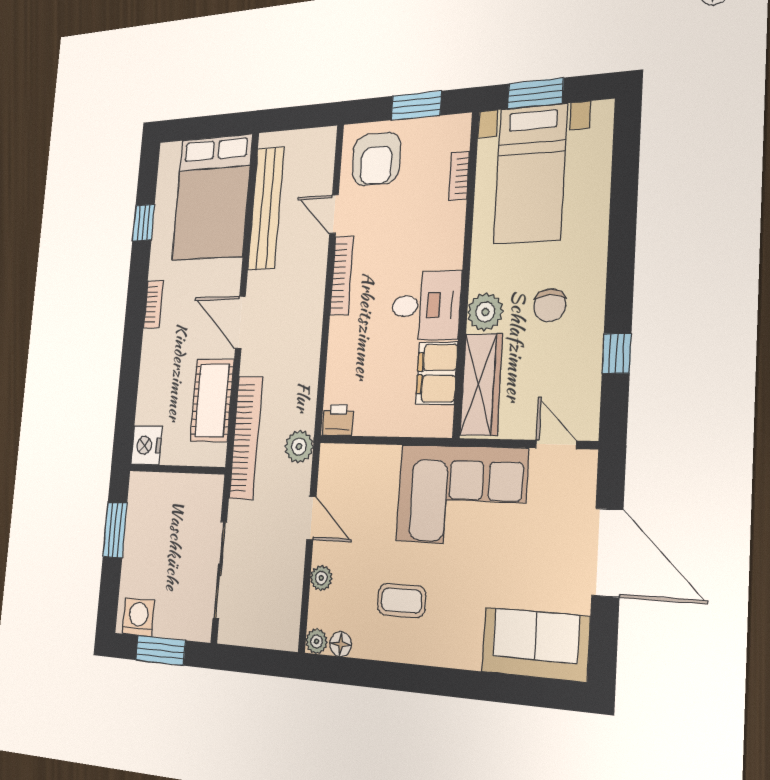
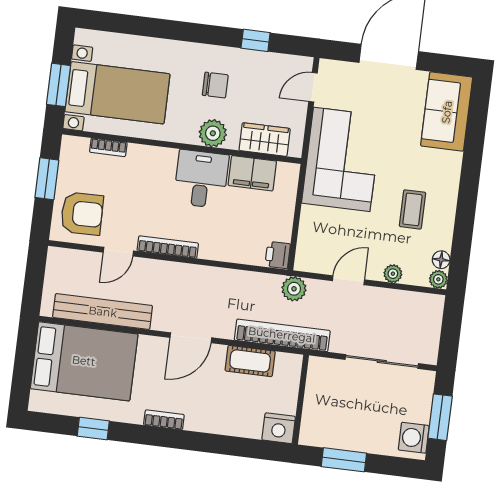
wardrobe: (481, 384) -> (265, 140), width x0.67
cot: (212, 400) -> (250, 361), width x0.73, depth x0.75

